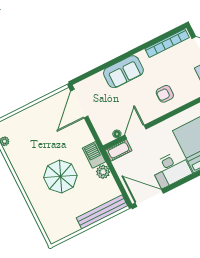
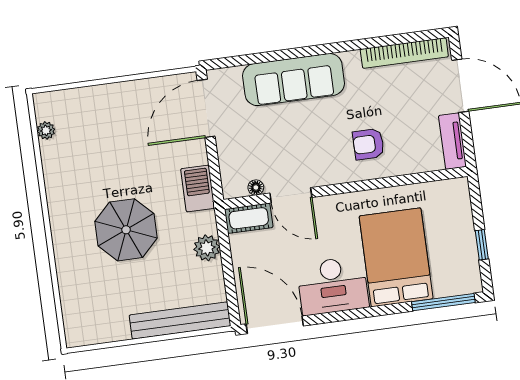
sofa: (123, 72) -> (294, 80), width x1.36
door: (135, 132) -> (291, 195), swing flipped
barbecue: (94, 155) -> (198, 188), moved

